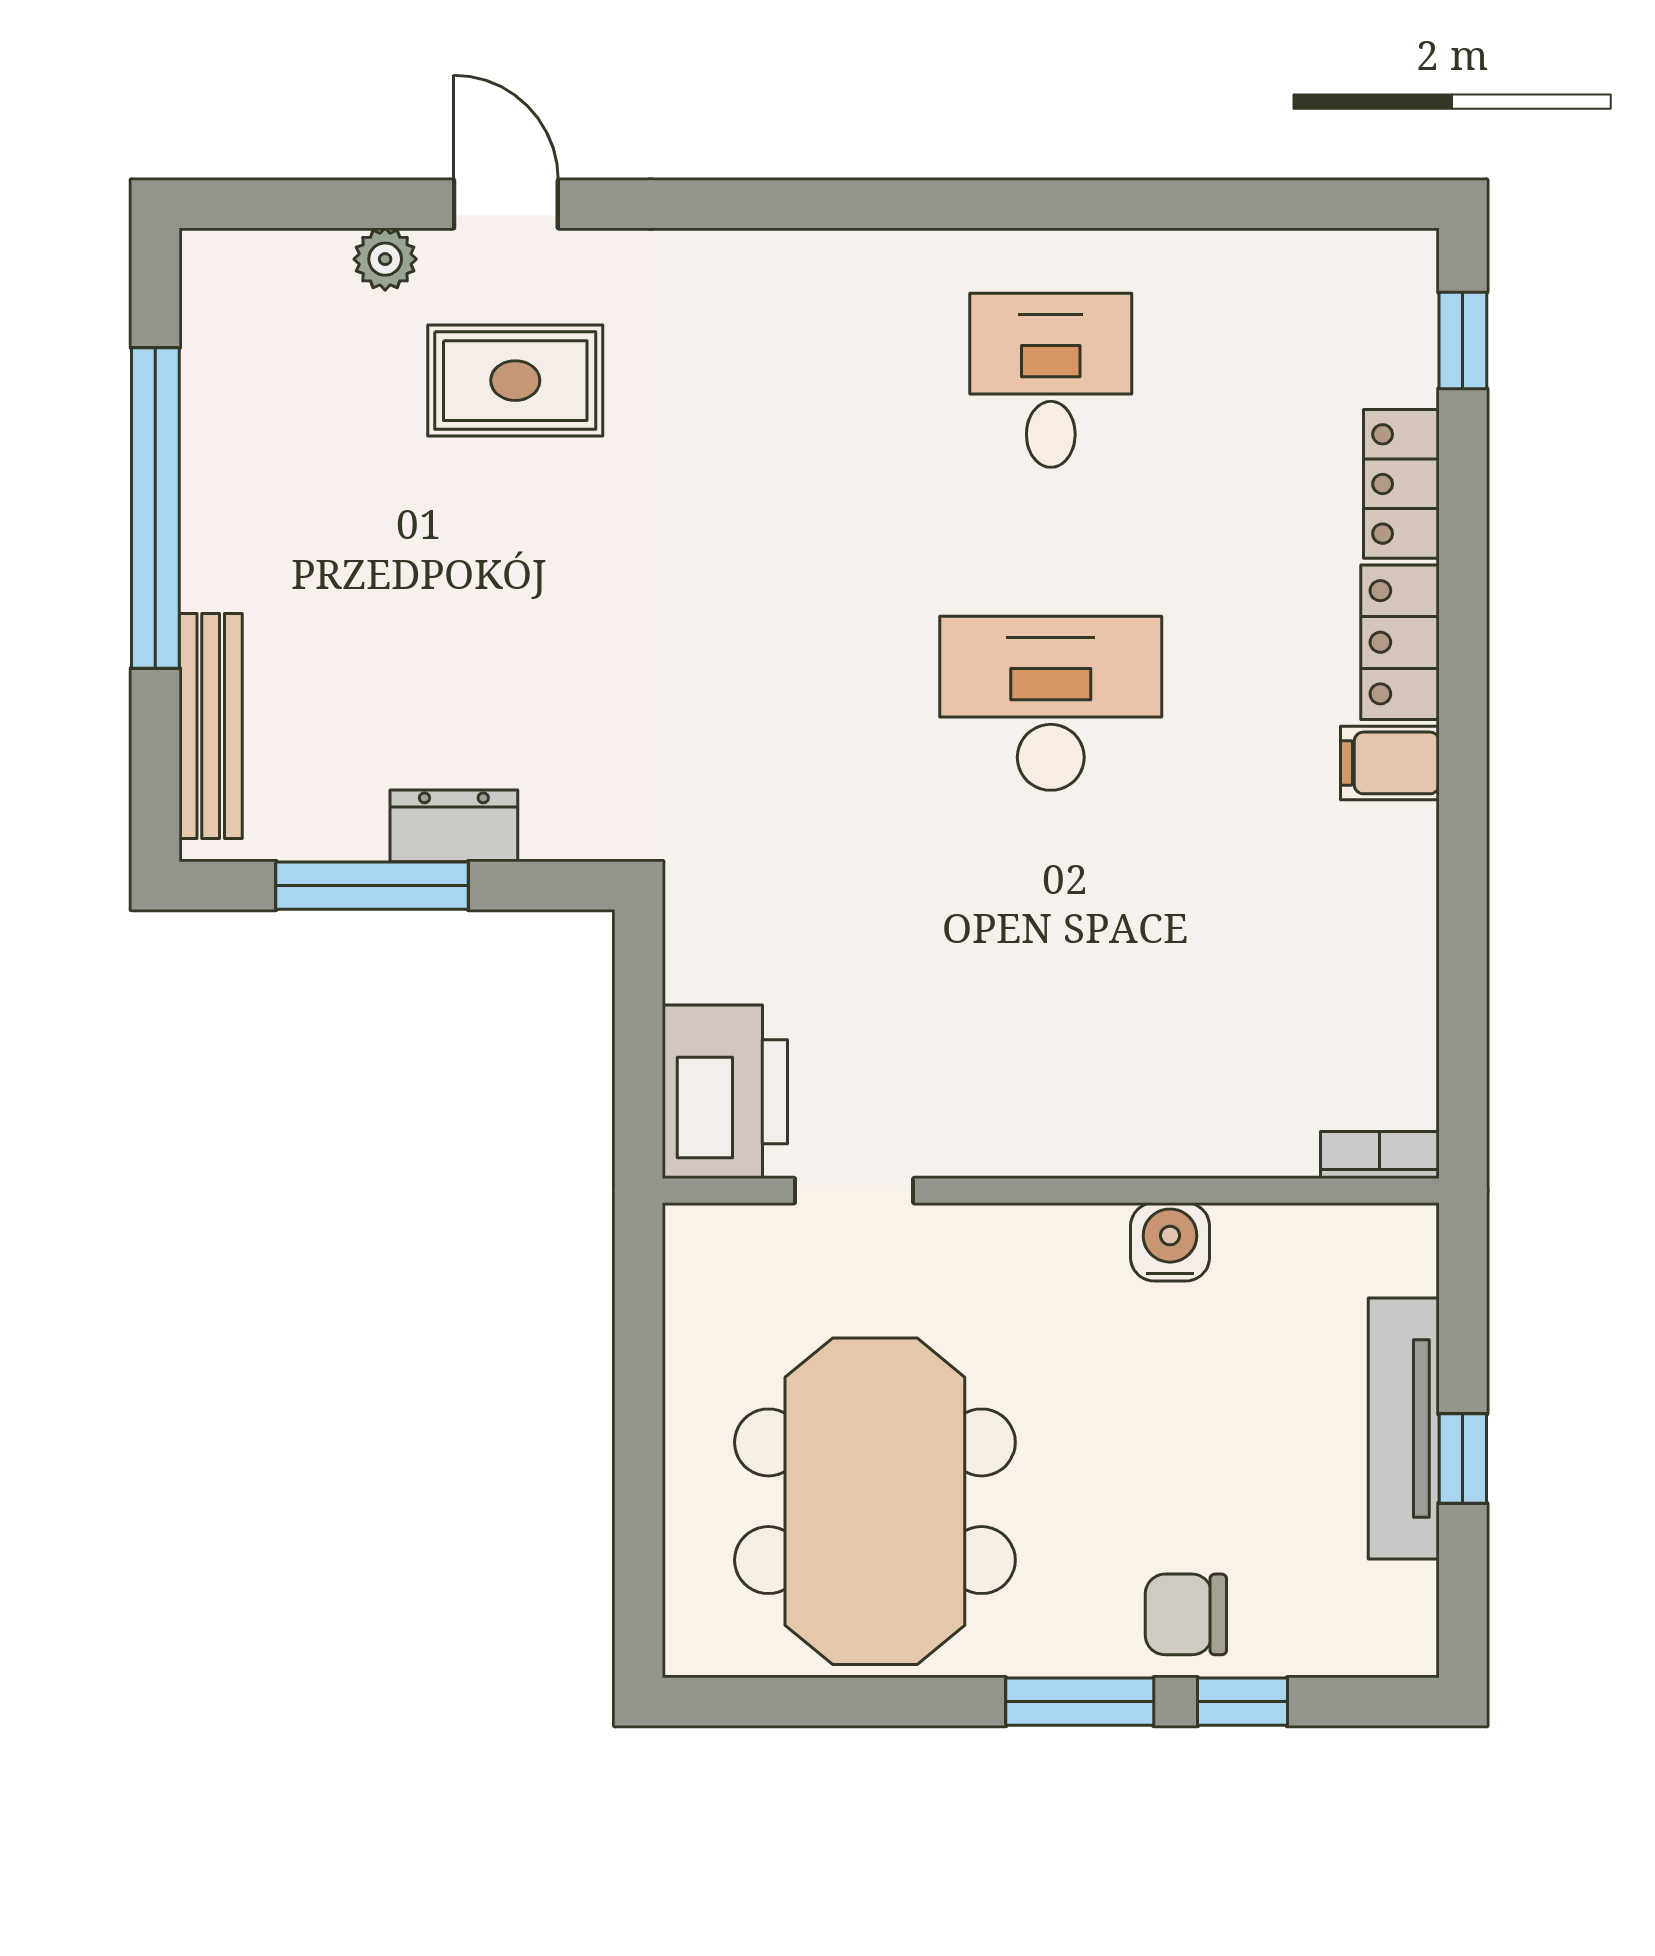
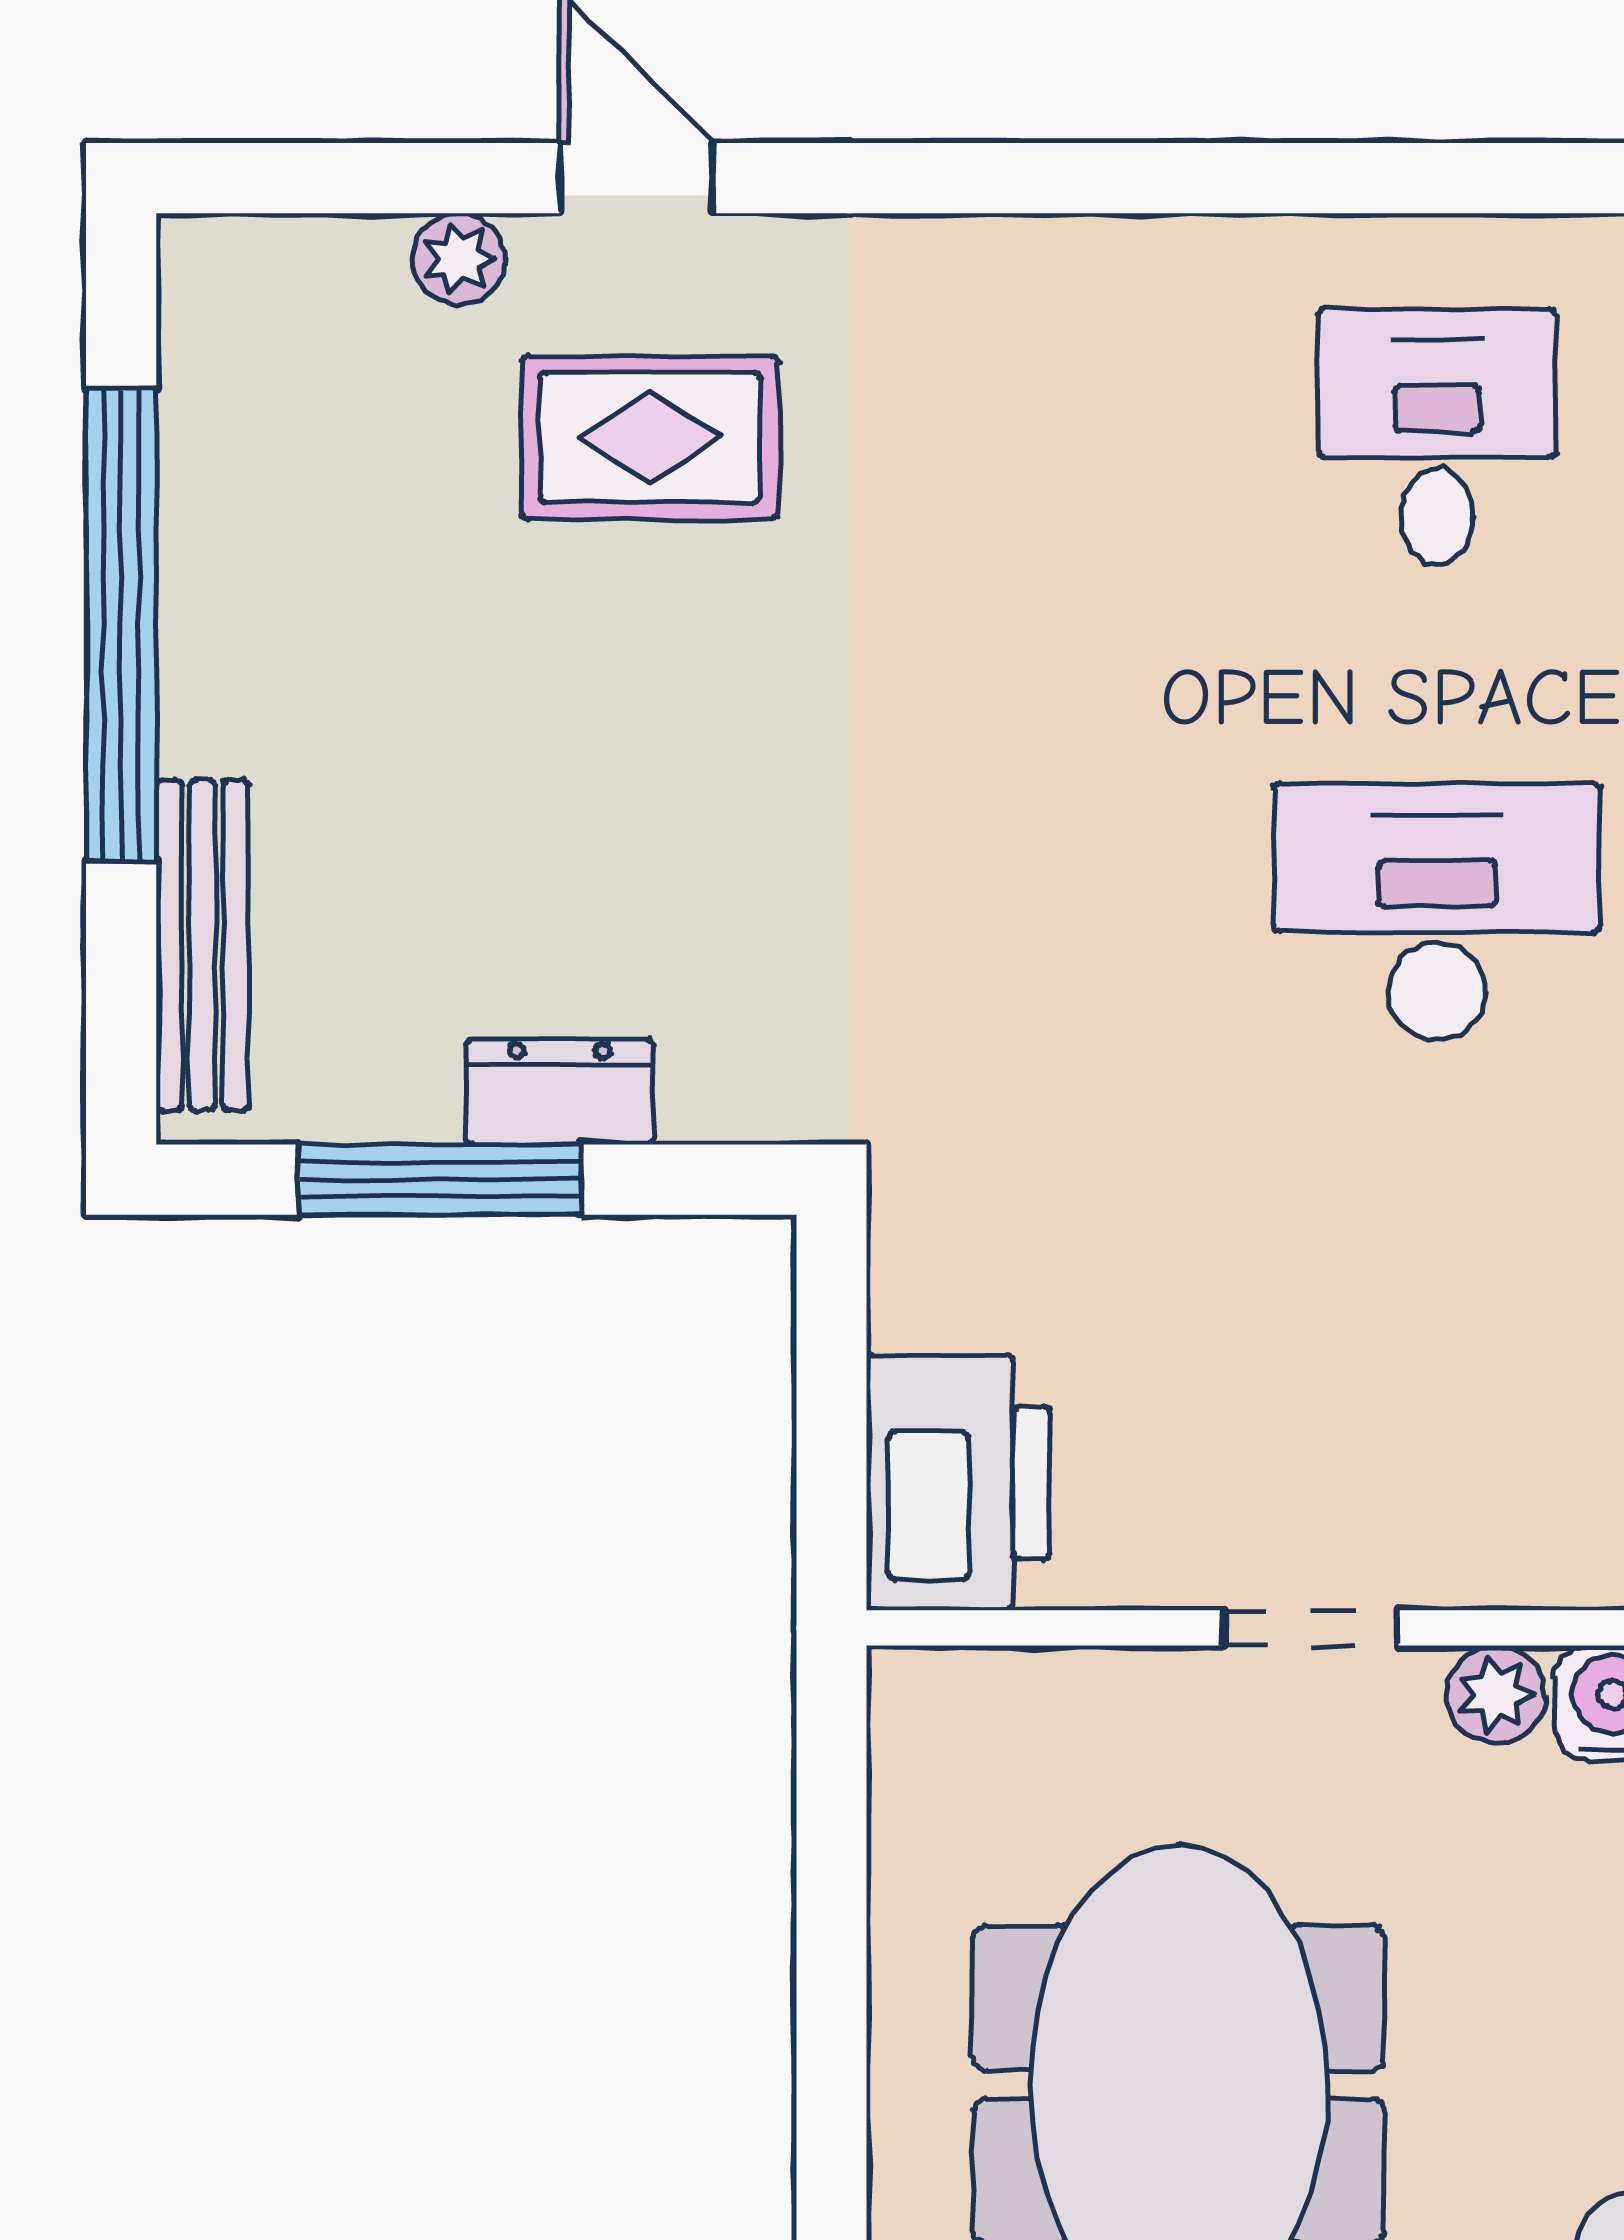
doorway: (854, 1191) -> (1311, 1628), moved
plant: (1091, 1236) -> (1496, 1695), added

